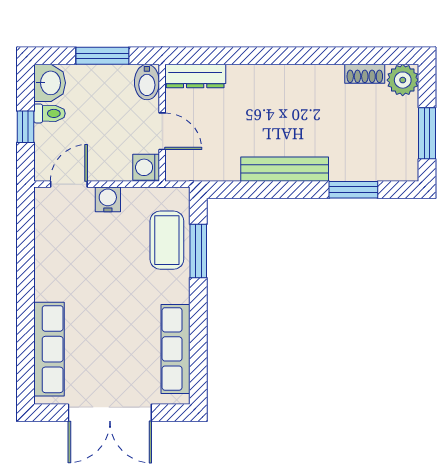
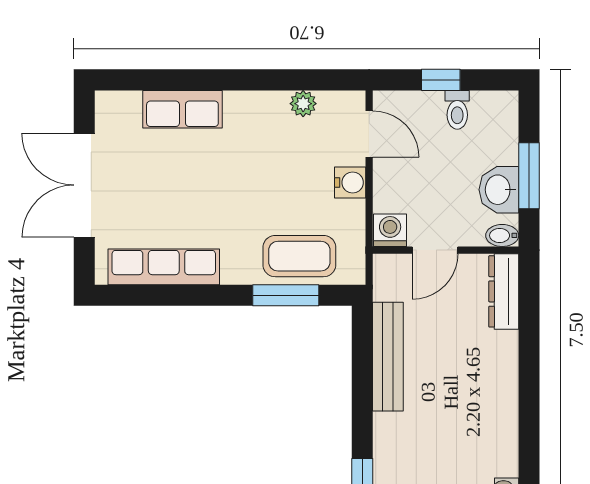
bidet: (147, 82) -> (502, 235), width x0.72, depth x0.74
washbasin: (50, 83) -> (499, 190), moved, turned 90
bench: (285, 169) -> (388, 357), moved
plant: (44, 237) -> (303, 104), added
row of seats: (49, 349) -> (182, 109), width x0.68

